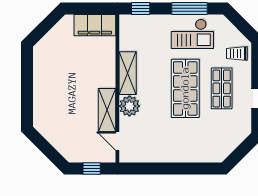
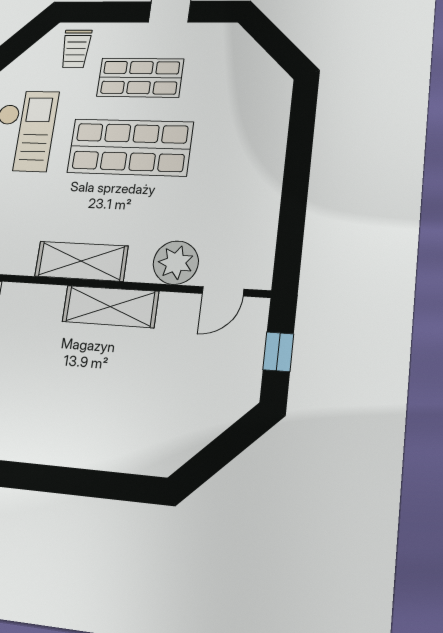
plant: (129, 106) -> (176, 263), moved
shelving: (107, 110) -> (110, 307), moved

